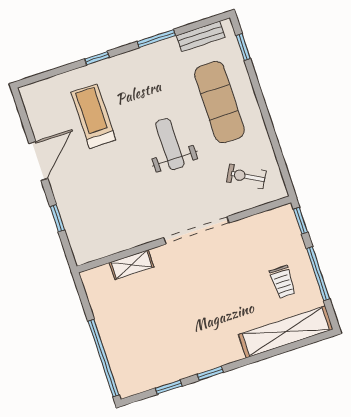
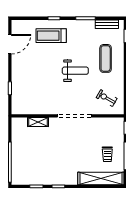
exercise mat: (220, 102) -> (106, 58), width x0.73, depth x0.69
treadmill: (93, 116) -> (51, 36), moved, turned -90
weight bench: (170, 144) -> (75, 71), turned 90
door: (38, 161) -> (10, 44), moved

